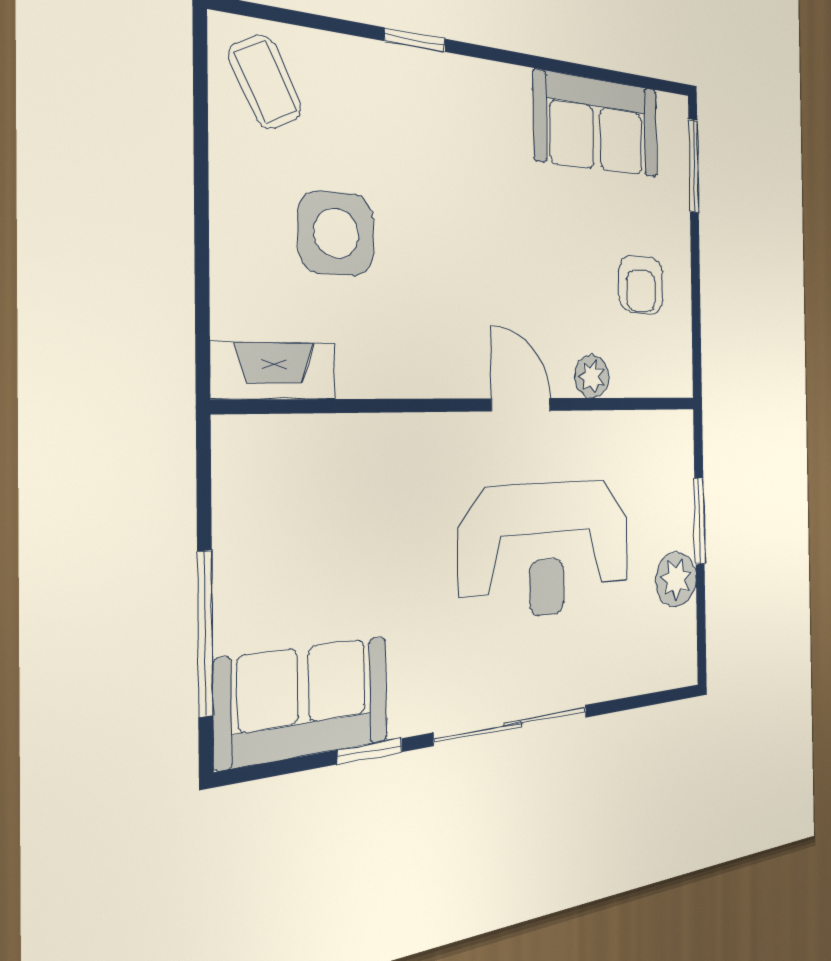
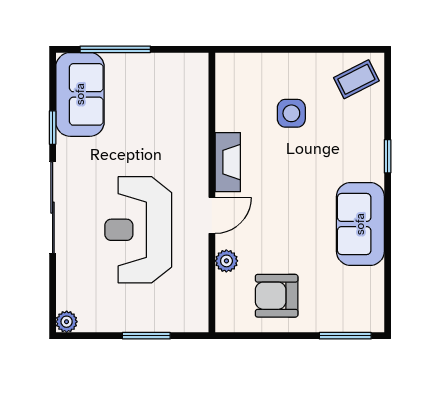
sofa: (597, 124) -> (360, 224), moved
side table: (336, 233) -> (291, 113), width x0.73, depth x0.73
armchair: (641, 285) -> (277, 296), width x1.38, depth x1.38
fireplace: (274, 371) -> (228, 162), moved
plant: (676, 579) -> (67, 322), moved, width x0.73, depth x0.73

